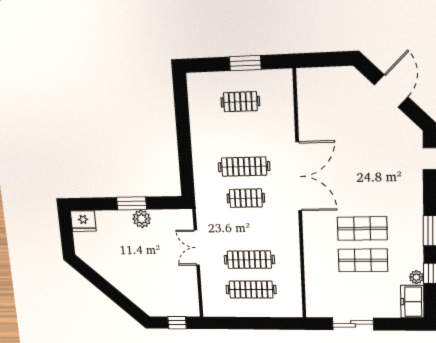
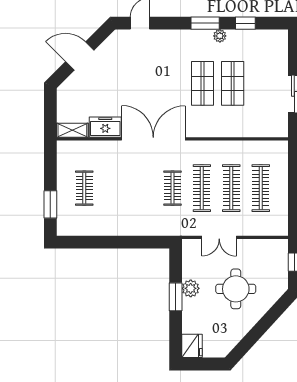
window: (245, 63) -> (50, 204), moved
shelving: (305, 86) -> (72, 130), added
clothes rail: (244, 167) -> (202, 188), moved
round table: (145, 265) -> (236, 289), added
plant: (416, 277) -> (220, 36), moved
freezer: (412, 302) -> (105, 127), moved, turned 180

